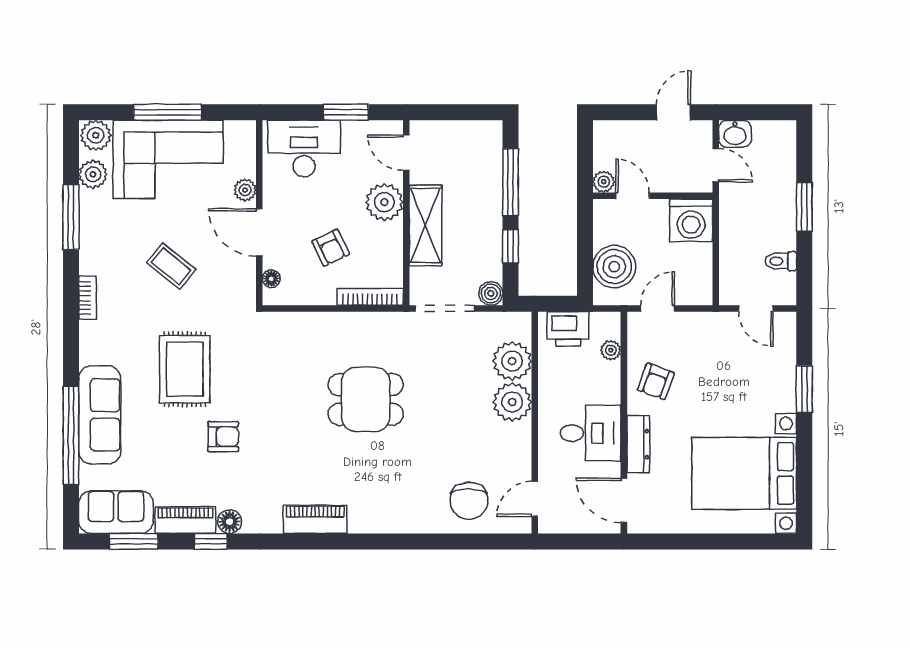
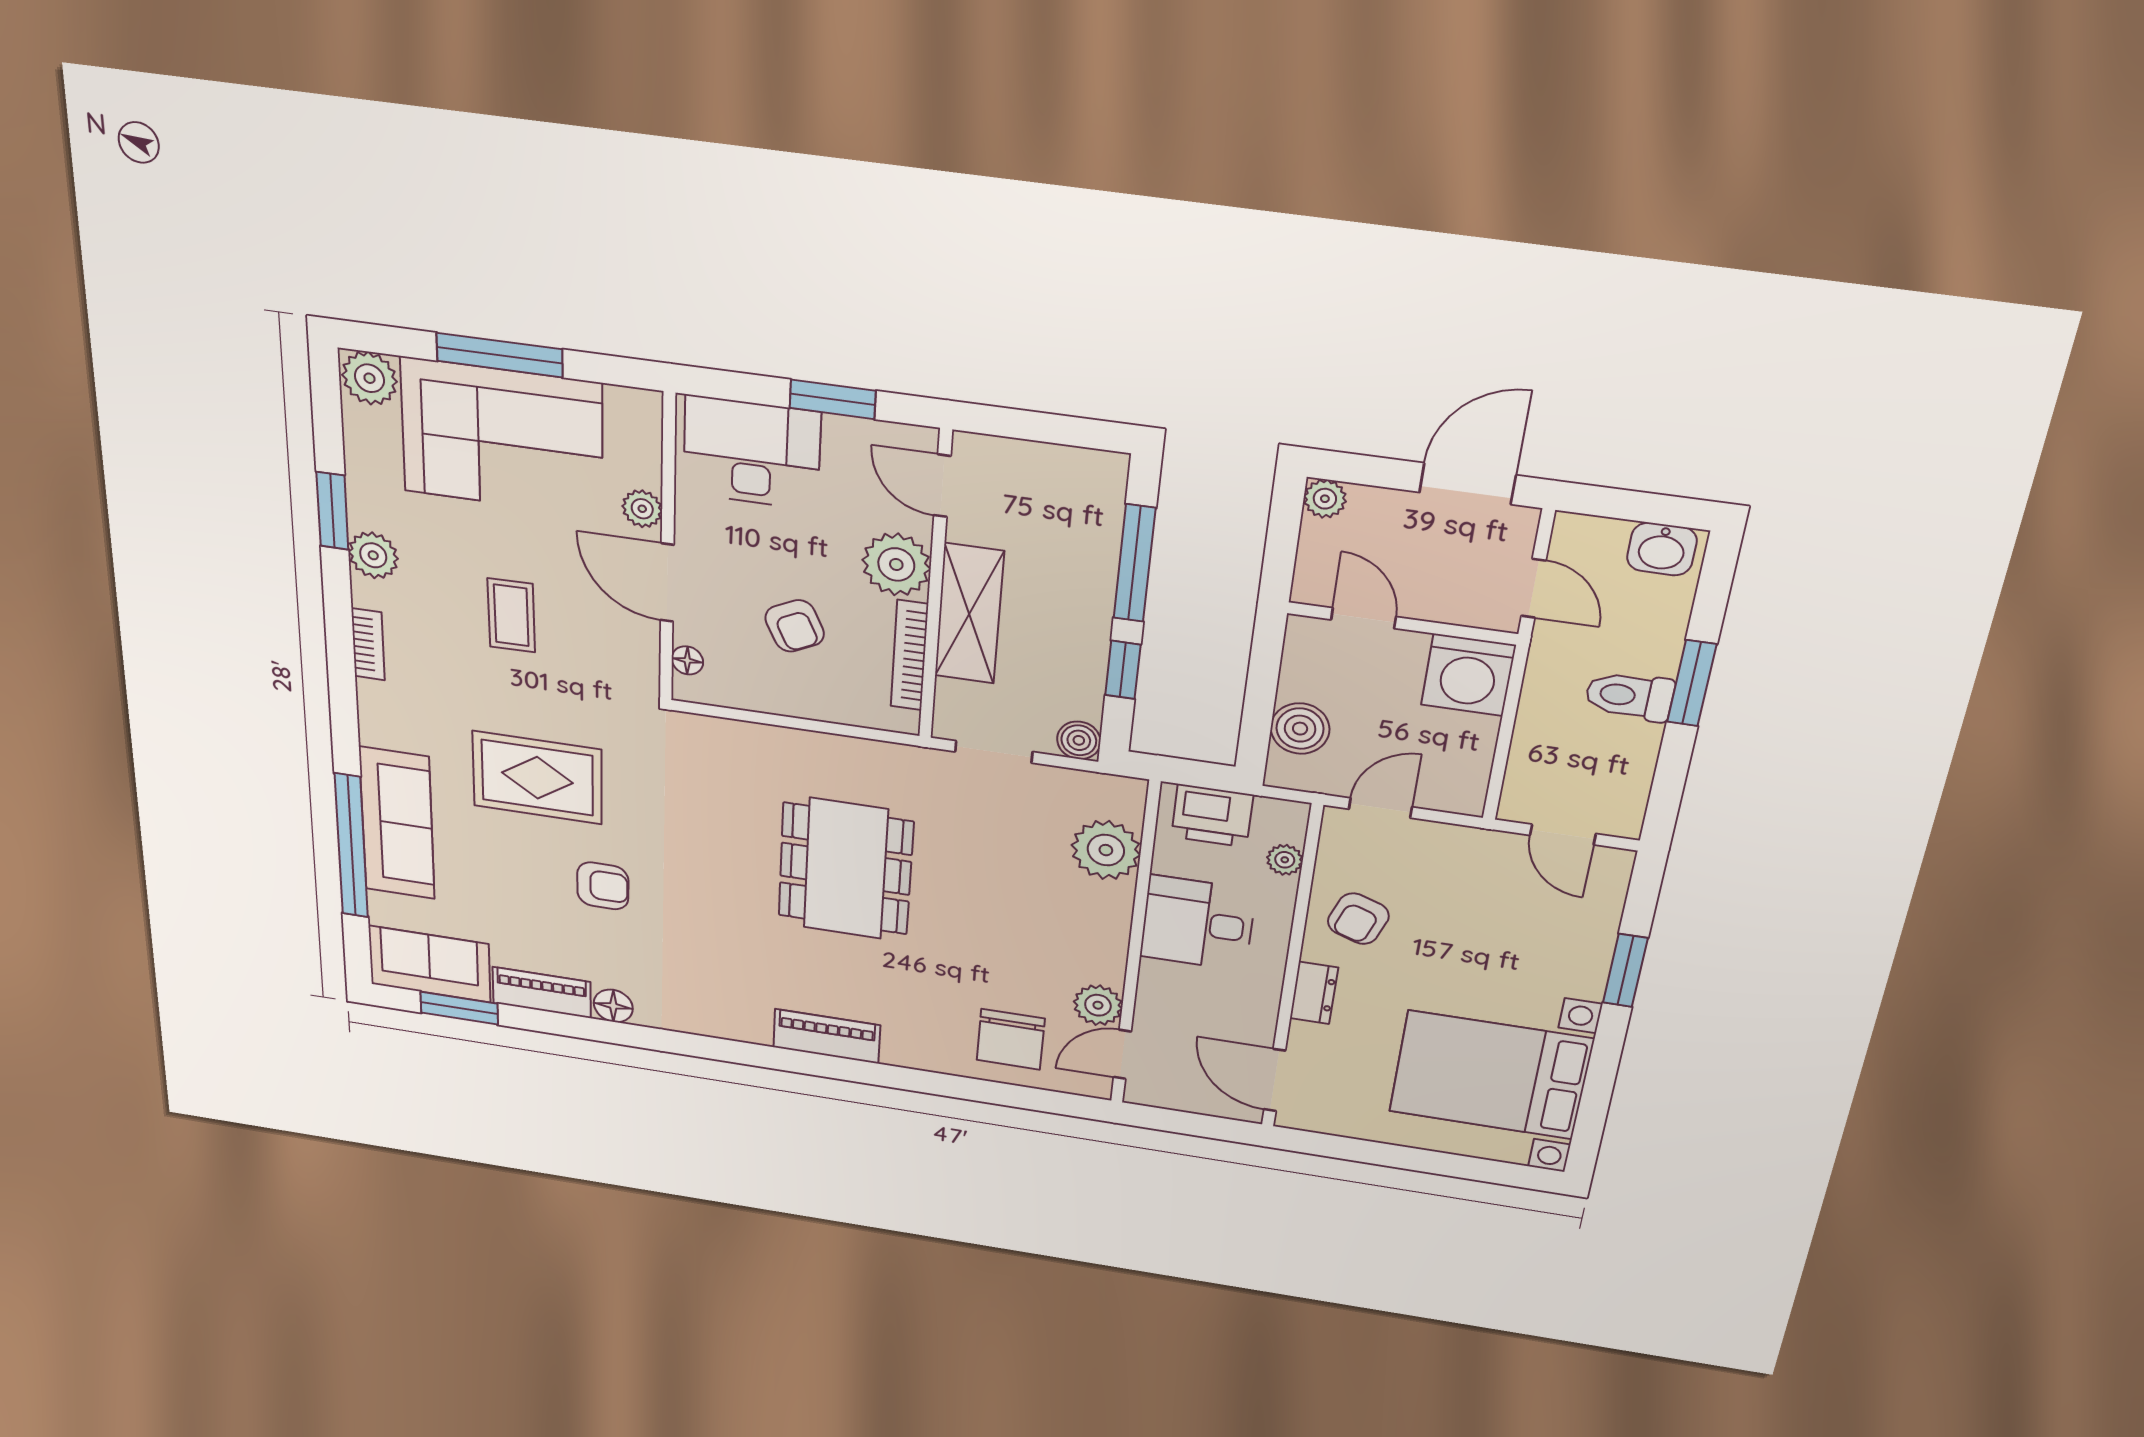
door: (673, 112) -> (1468, 484), width x1.38
washbasin: (735, 134) -> (1662, 549), moved
plant: (93, 174) -> (373, 555), moved
plant: (604, 182) -> (1325, 499), moved
window: (71, 217) -> (332, 511), width x0.69
toilet: (781, 261) -> (1629, 696), moved, width x1.37, depth x1.39
coffee table: (171, 266) -> (511, 615), turned 50
boiler: (614, 267) -> (1300, 729), width x0.73, depth x0.73
bookcase: (370, 297) -> (909, 655), moved, turned -90
doorway: (445, 308) -> (994, 752), width x0.73
rug: (185, 369) -> (537, 778), turned 90
dining table: (366, 399) -> (846, 869), width x1.38
plant: (512, 402) -> (1098, 1005), moved, width x0.73, depth x0.73
desk: (591, 433) -> (1198, 923), moved, turned 180
dresser: (638, 444) -> (1314, 993), width x0.70
piano: (315, 519) -> (827, 1036), moved
window: (211, 541) -> (583, 1028), removed

